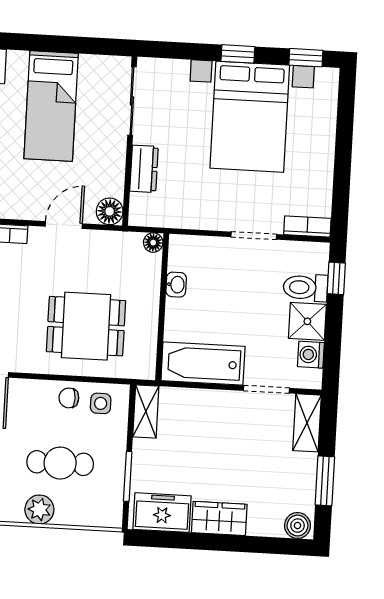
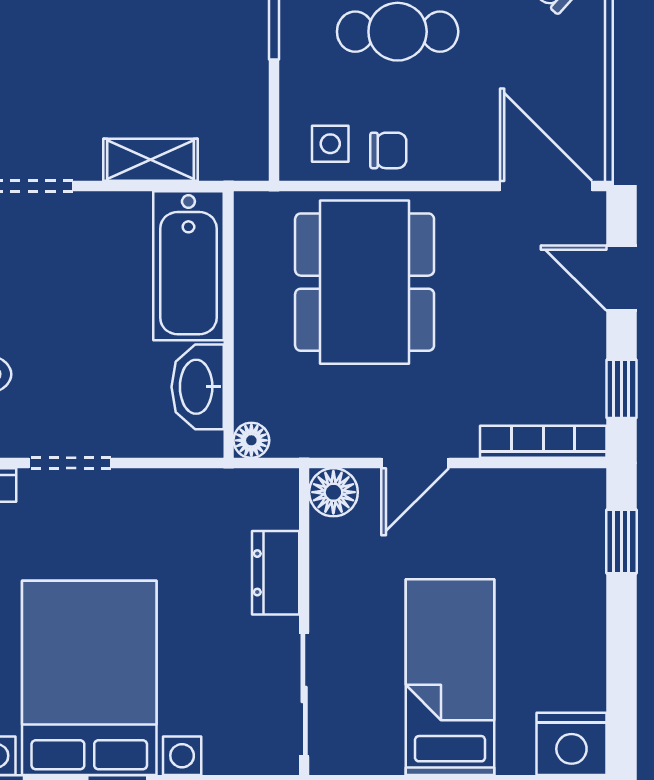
washbasin: (176, 285) -> (198, 387), width x1.91, depth x1.45
dining table: (86, 326) -> (365, 282), width x1.38
bathtub: (203, 364) -> (188, 266), moved, turned 90
shelving: (146, 411) -> (150, 160), moved, turned 90

